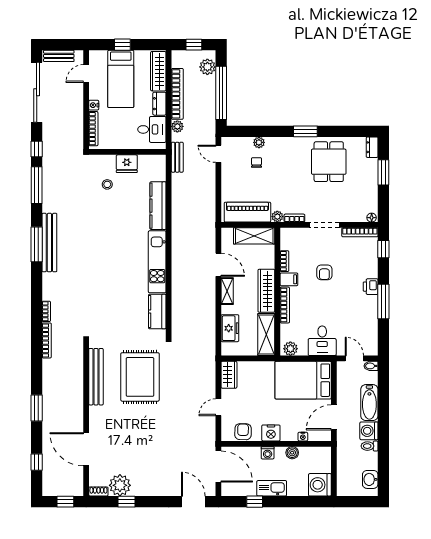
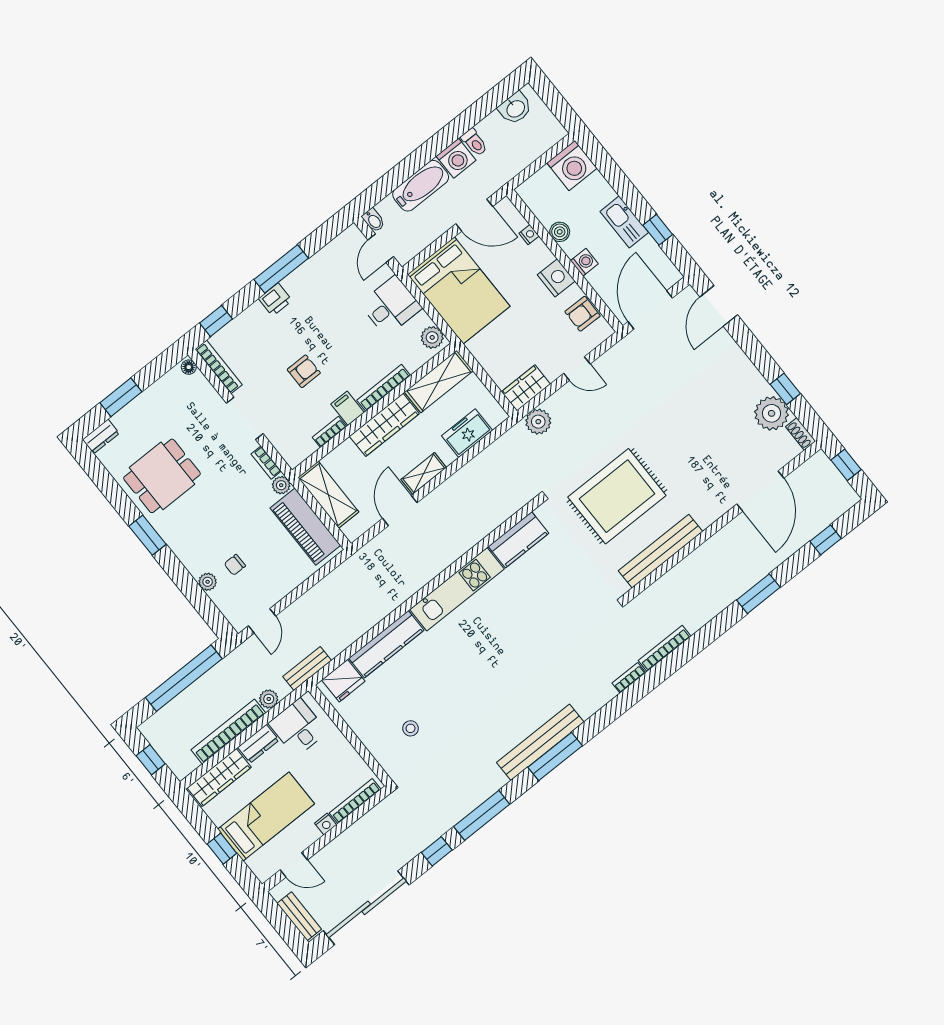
plant: (207, 67) -> (538, 422), moved
fridge: (127, 164) -> (343, 681), moved, turned 90

